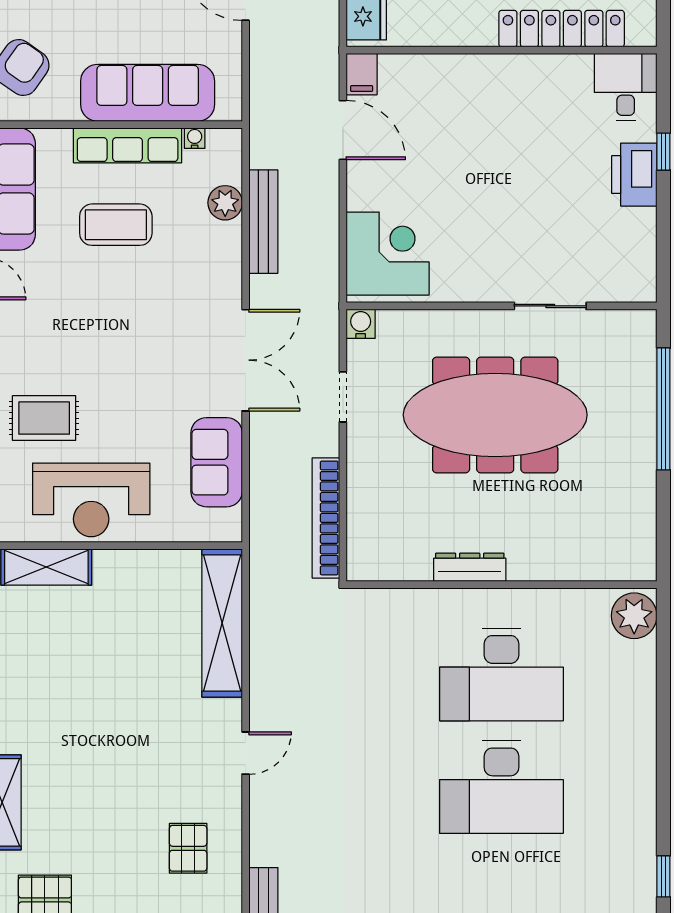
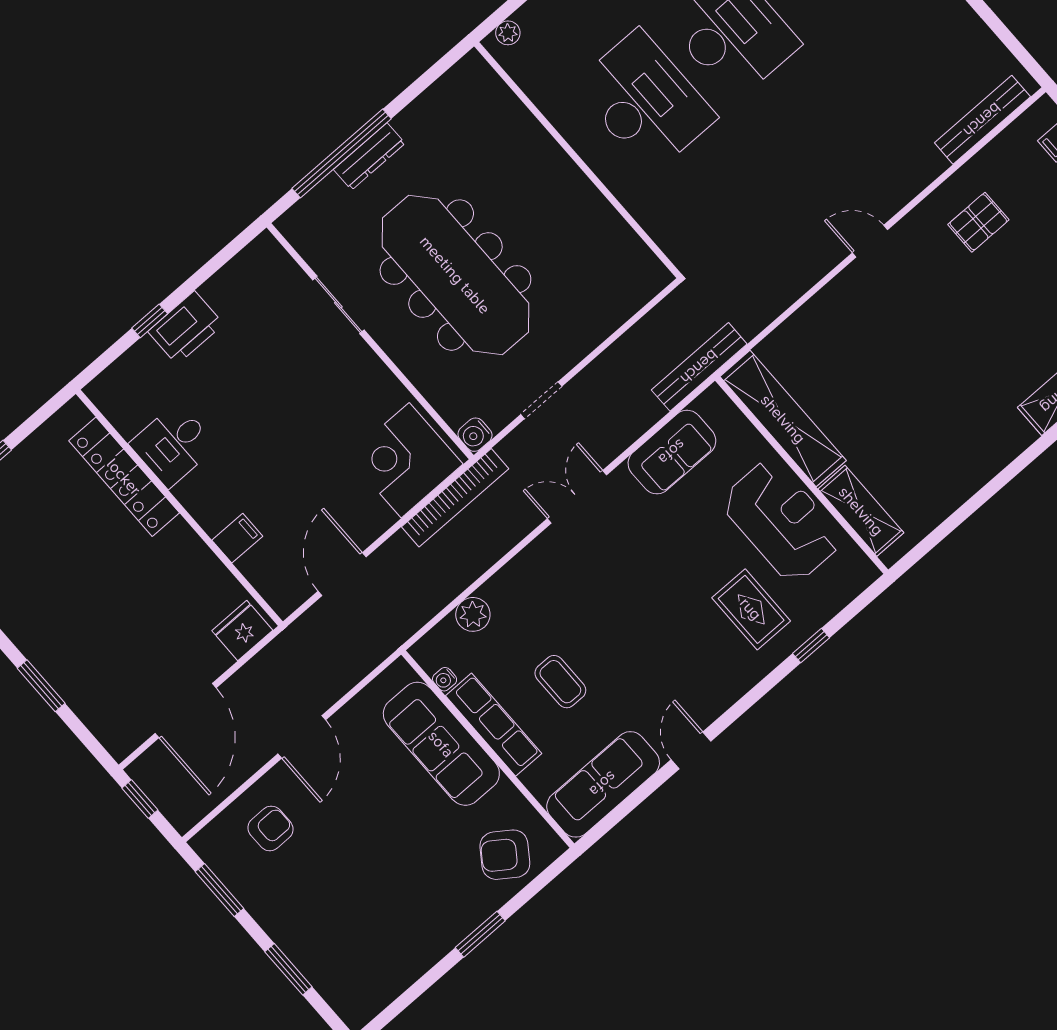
filing cabinet: (362, 74) -> (237, 538), moved
desk: (626, 87) -> (173, 445), moved
bench: (263, 222) -> (699, 367), moved
coffee table: (116, 225) -> (560, 682), width x0.73, depth x0.77
double door: (246, 360) -> (577, 497), width x0.73
bookcase: (326, 518) -> (455, 498), moved
dresser: (470, 567) -> (369, 156), moved, turned -90
plant: (634, 616) -> (508, 33), width x0.53, depth x0.53
shelving: (222, 623) -> (783, 419), moved, turned 90

